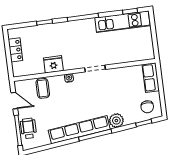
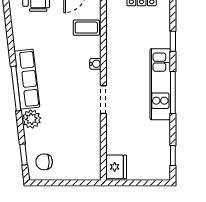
kitchen unit: (122, 22) -> (160, 84), moved
fridge: (53, 64) -> (116, 167), moved
row of seats: (151, 78) -> (82, 171), removed
row of seats: (79, 130) -> (27, 79), width x0.73

